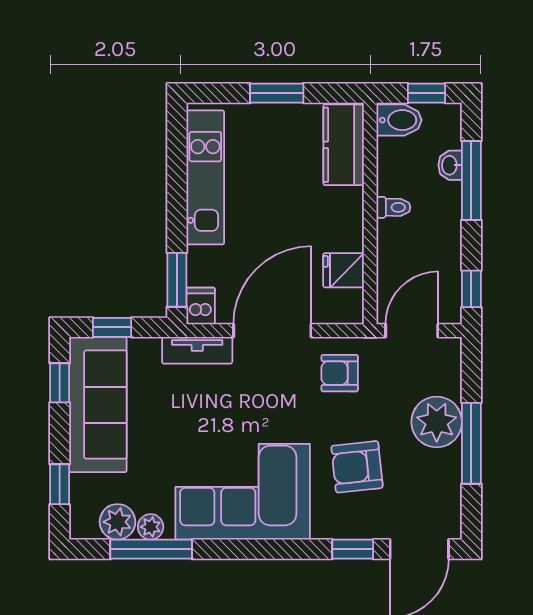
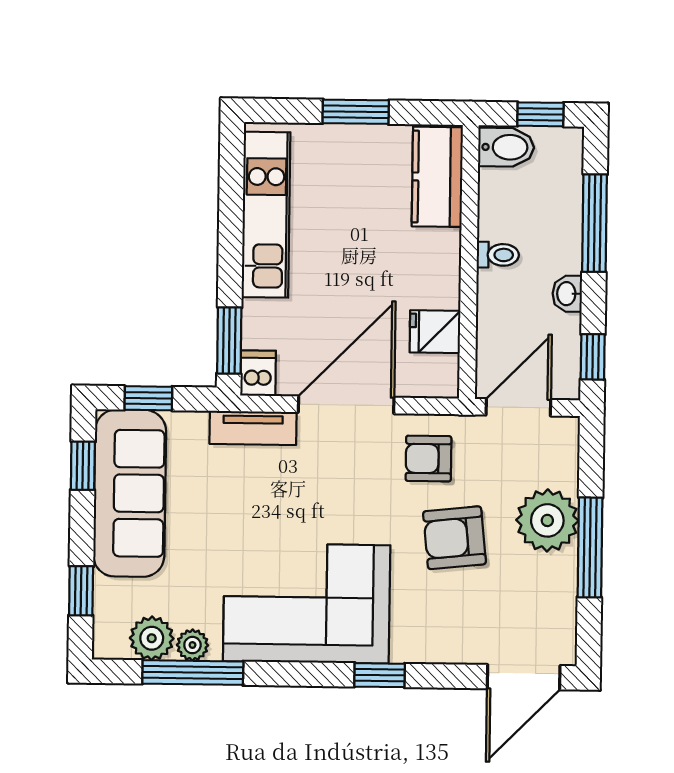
washbasin: (450, 165) -> (567, 294), moved
armchair: (357, 467) -> (455, 538), moved
window: (353, 549) -> (380, 675), moved

